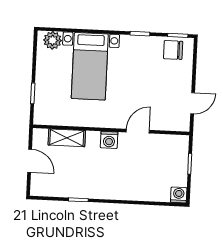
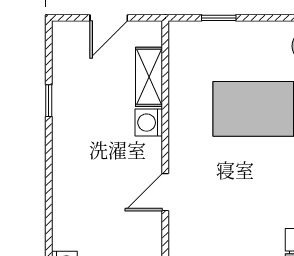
door: (138, 131) -> (165, 192), swing flipped
washing machine: (109, 140) -> (149, 123), moved

